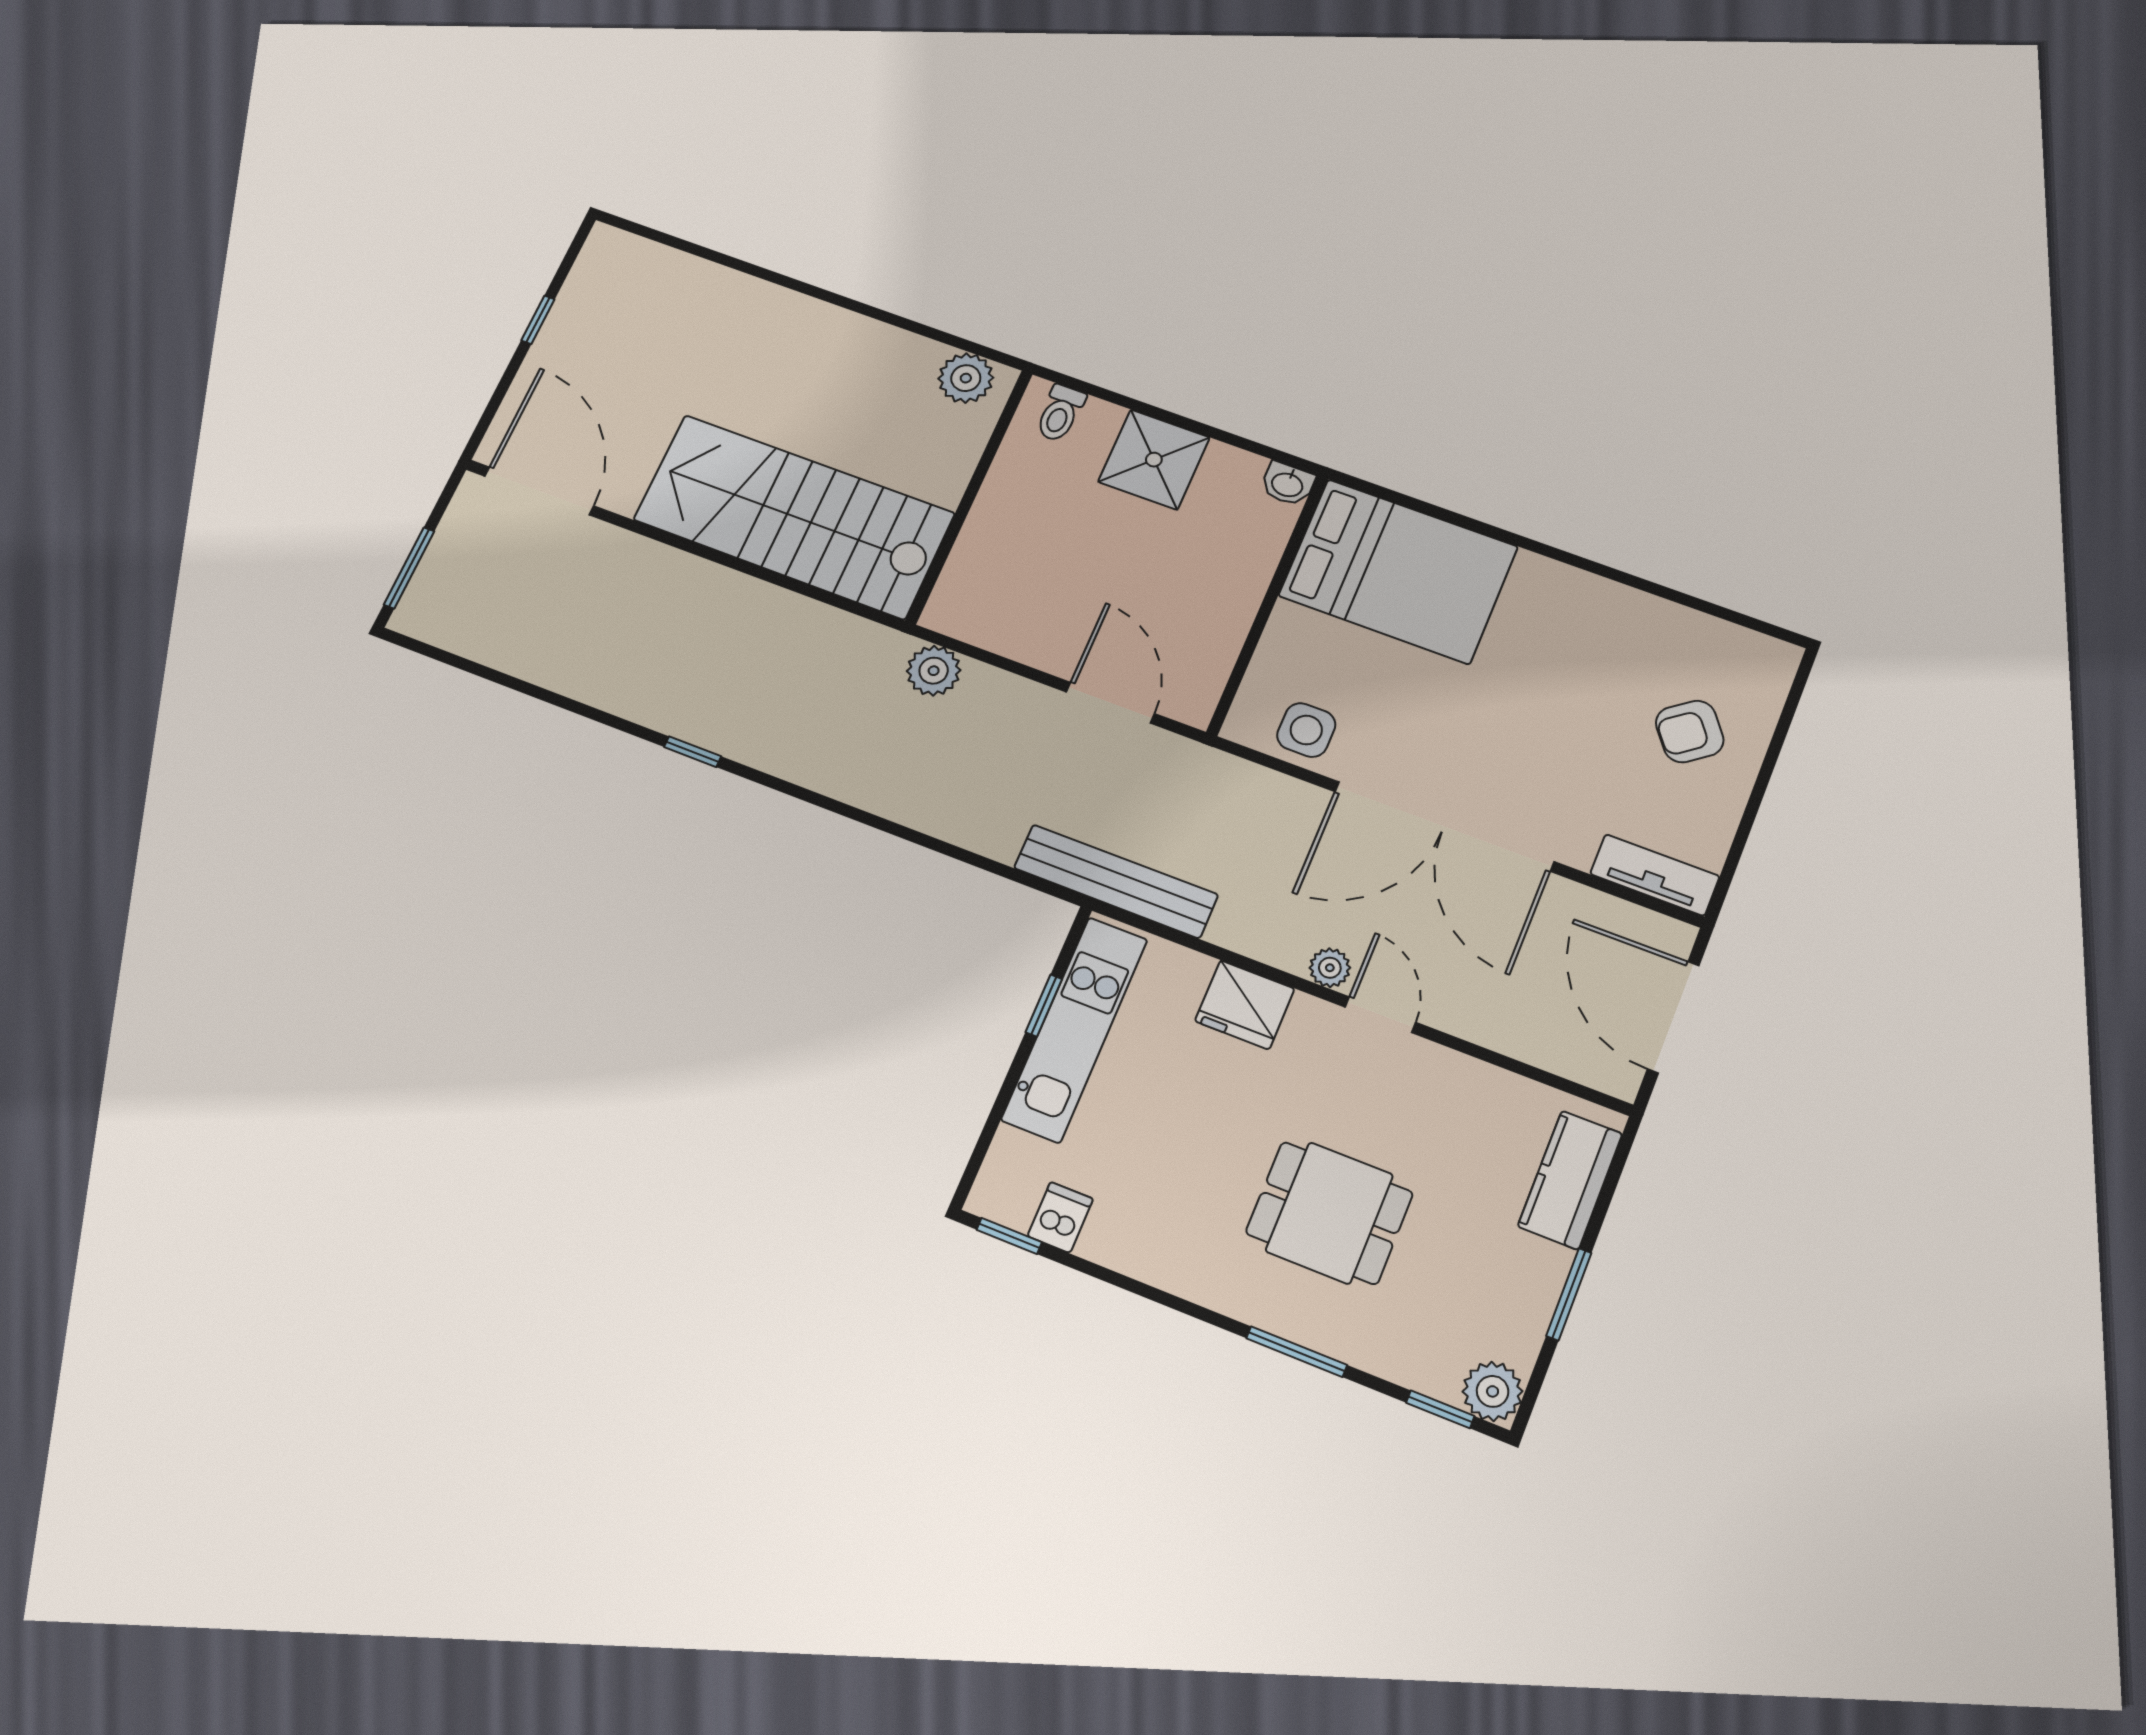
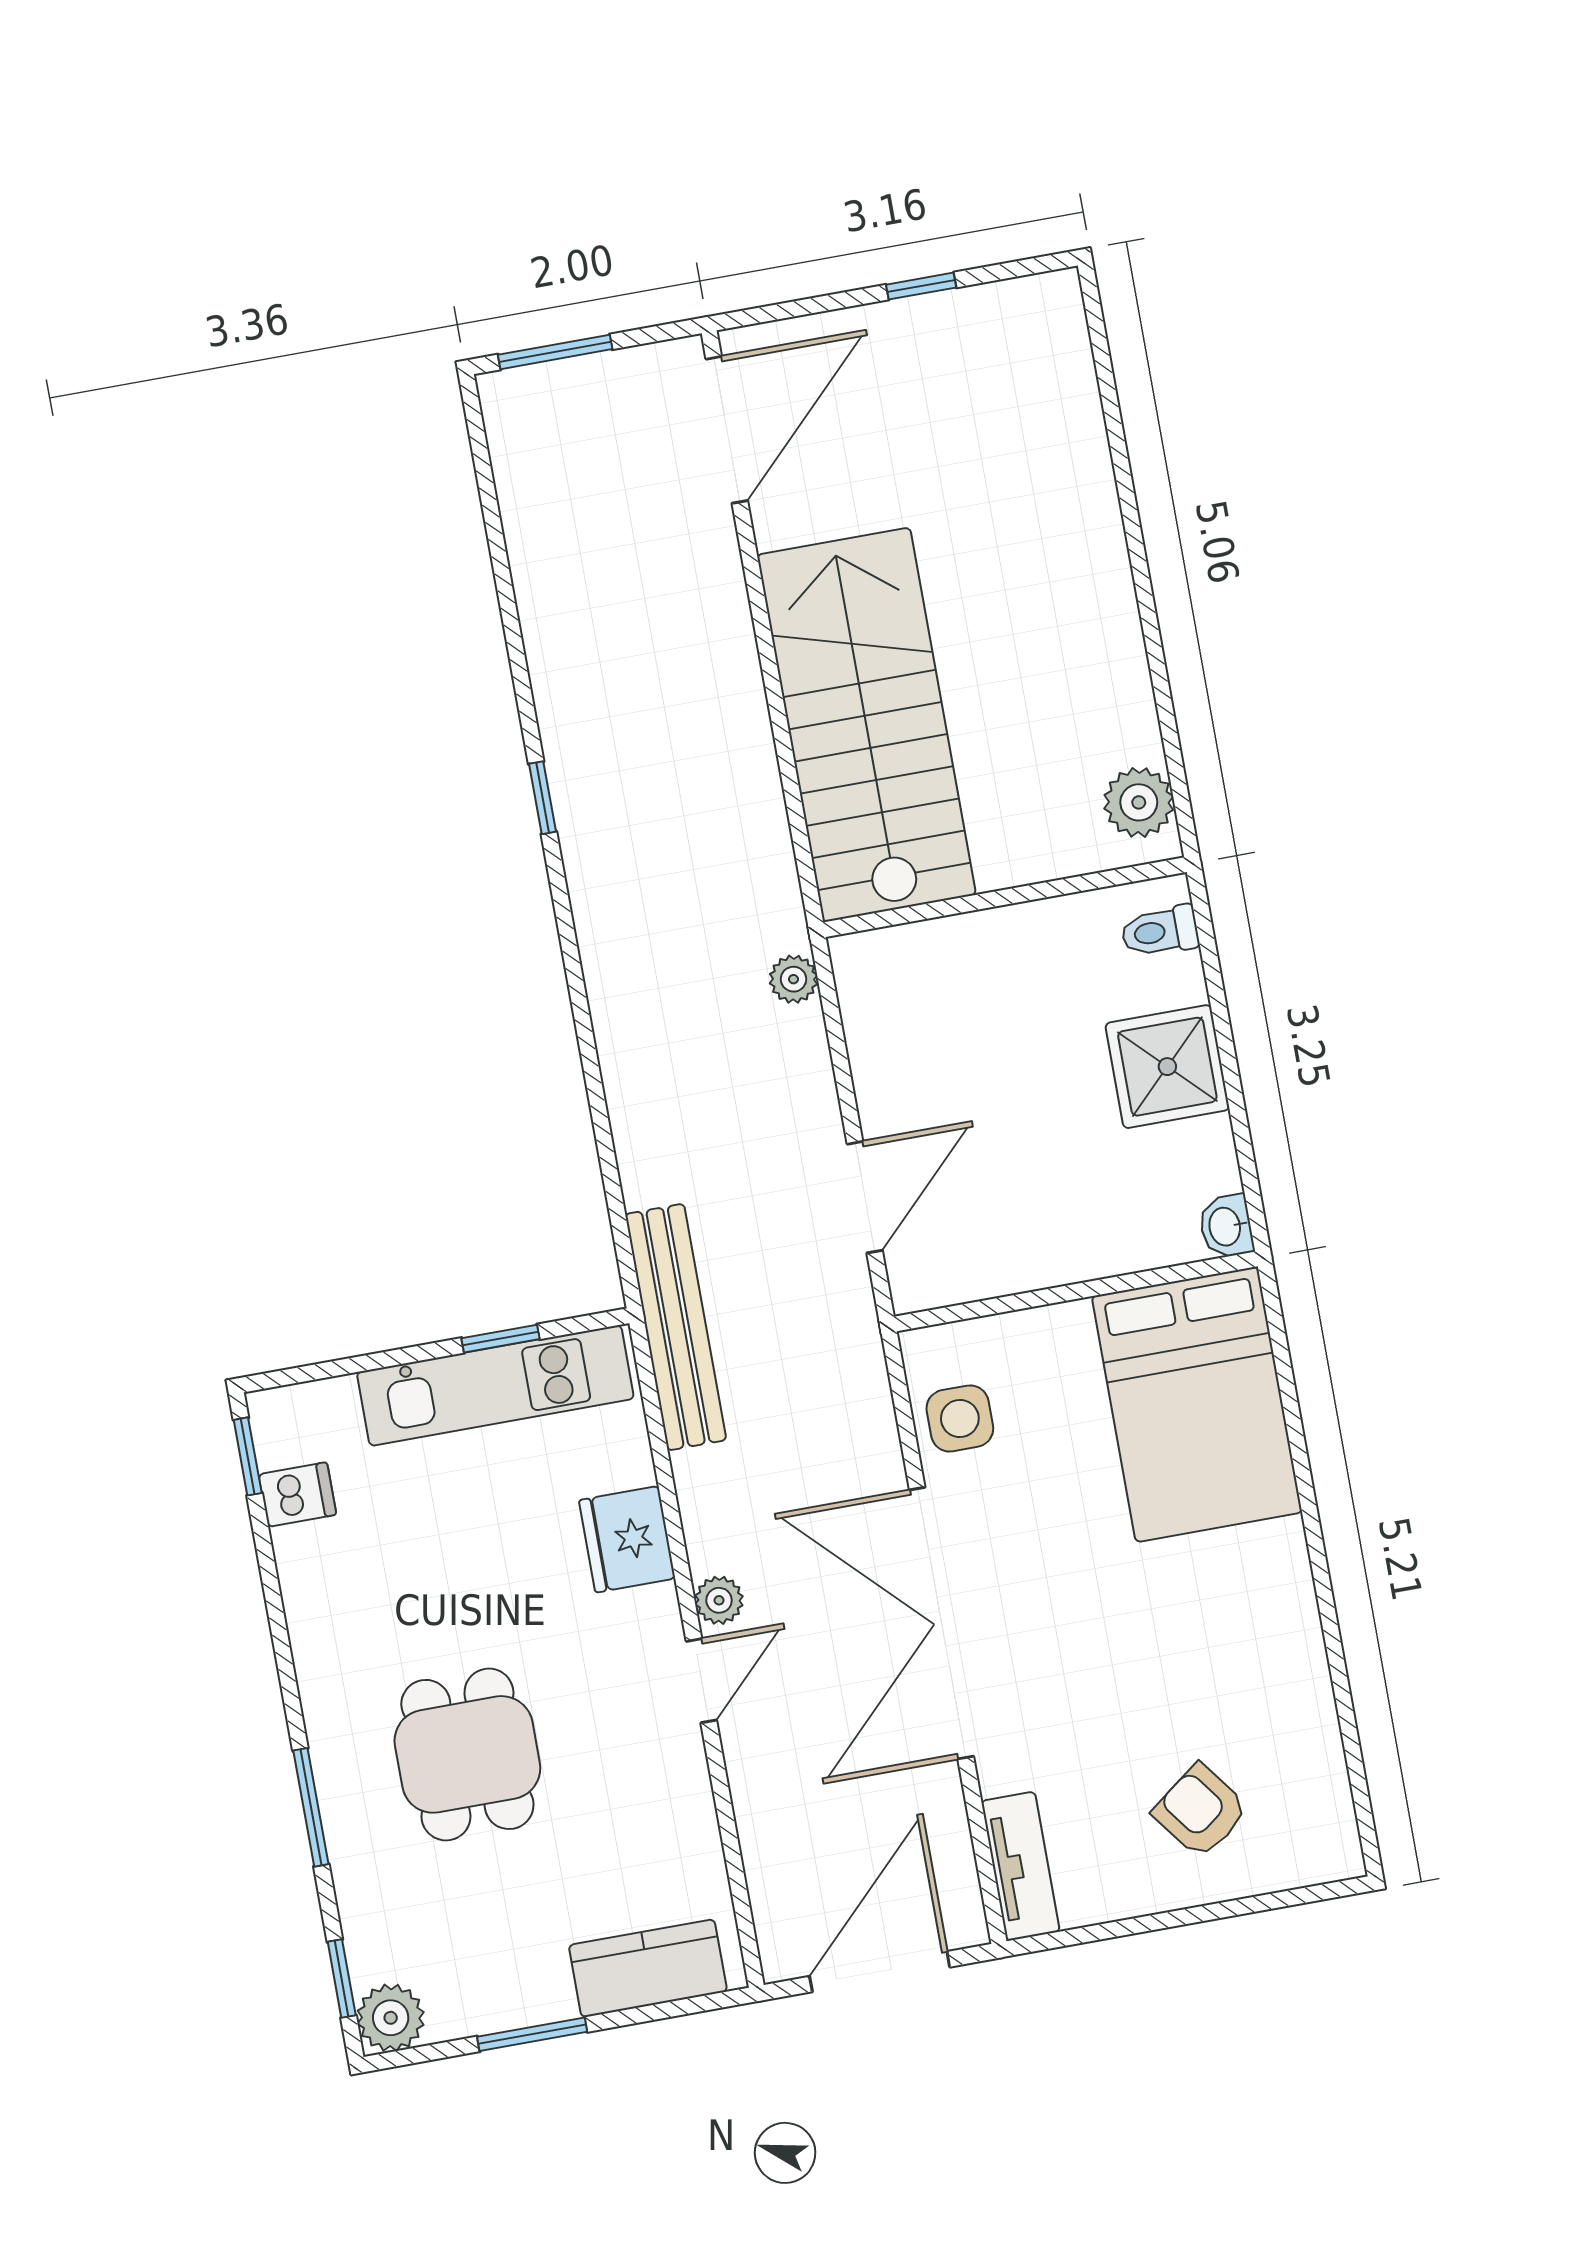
plant: (934, 671) -> (793, 979), width x0.73, depth x0.73

